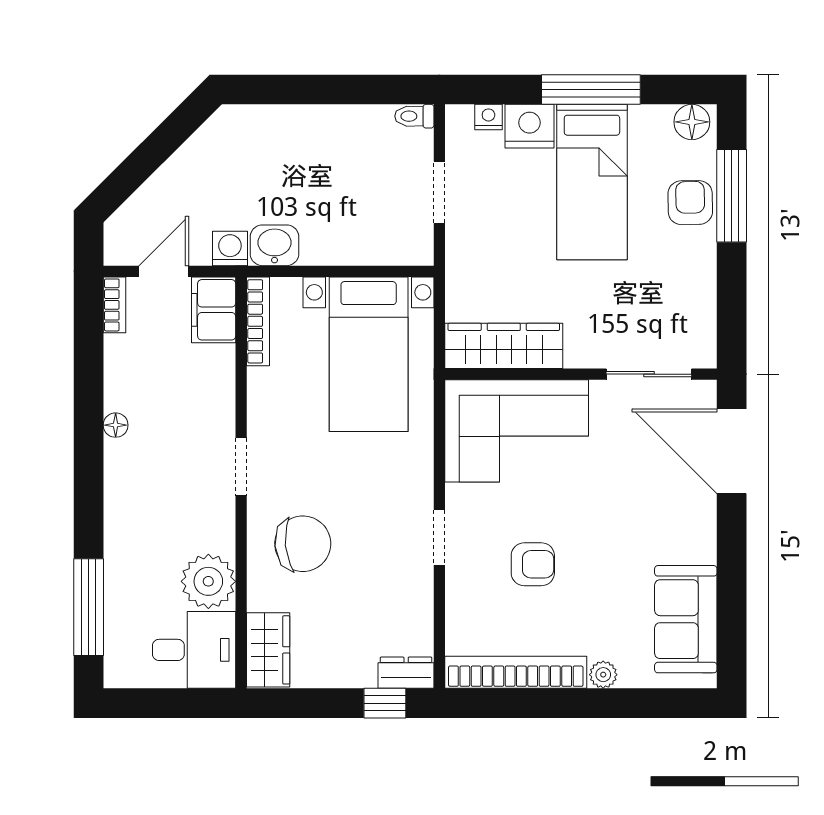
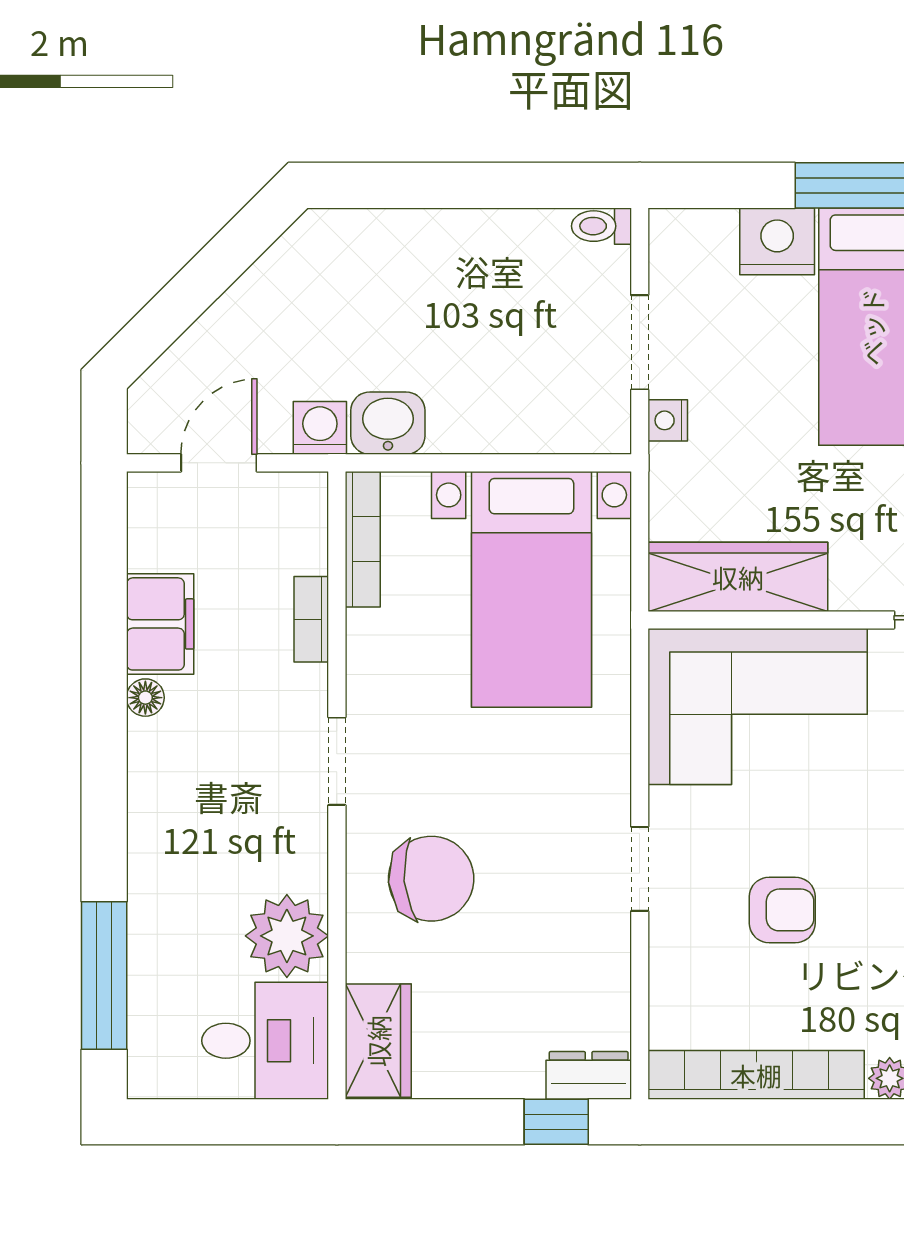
nightstand: (488, 117) -> (668, 420), moved, turned -90
bookcase: (114, 305) -> (311, 619), moved, turned 180
filing cabinet: (214, 310) -> (160, 624), moved, turned 180

